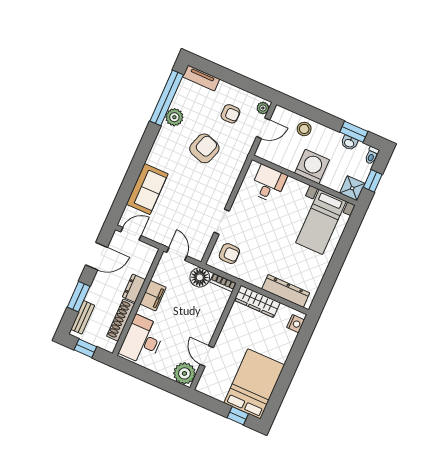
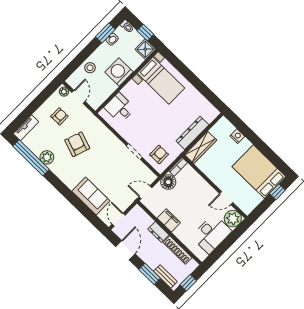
dresser: (286, 291) -> (192, 133), moved
nightstand: (296, 324) -> (237, 136), moved
desk: (142, 340) -> (211, 234), moved, turned -90

